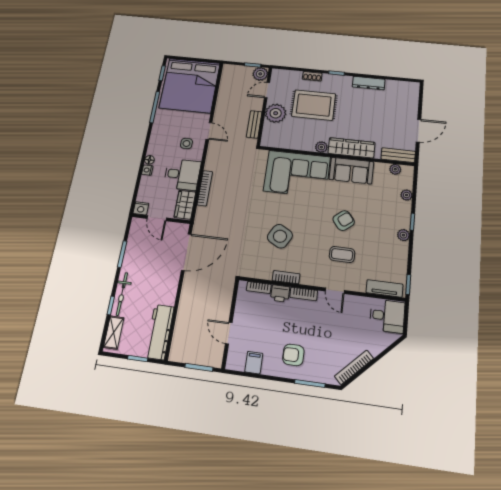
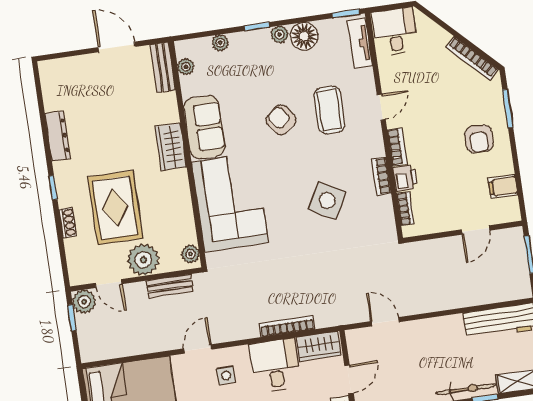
plant: (321, 147) -> (190, 254), moved
wardrobe: (351, 148) -> (171, 147), width x0.67
floor lamp: (398, 251) -> (304, 36), added
door: (186, 252) -> (385, 322), width x0.53
coffee table: (342, 254) -> (329, 110), width x1.36, depth x1.30

